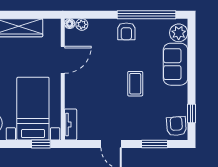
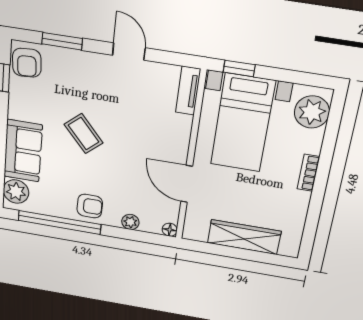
plant: (82, 24) -> (130, 222), moved
armchair: (126, 31) -> (90, 206), turned 90
door: (63, 60) -> (187, 184), hinge flipped
coffee table: (135, 84) -> (84, 134), turned -41

